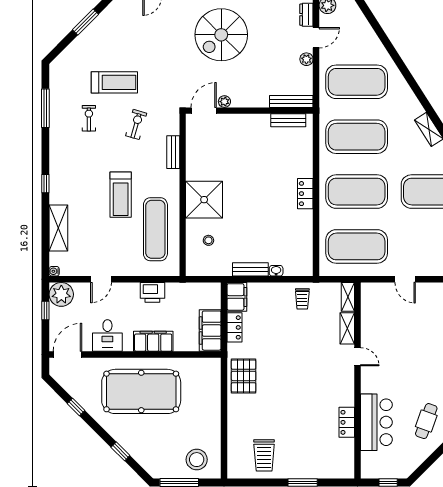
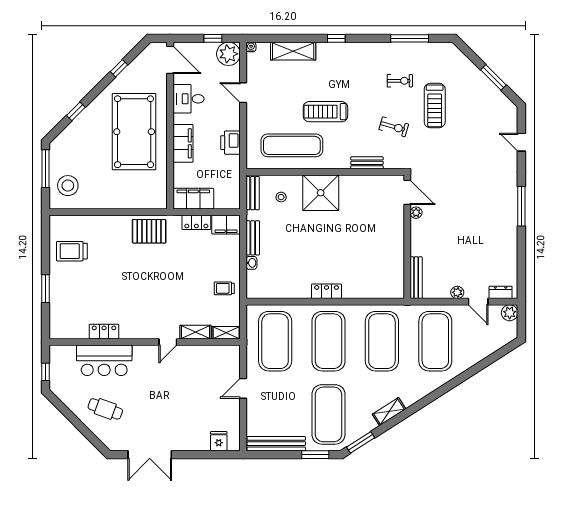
spiral stairs: (221, 35) -> (481, 209), removed
bench: (288, 120) -> (253, 193), moved

